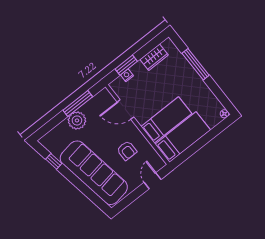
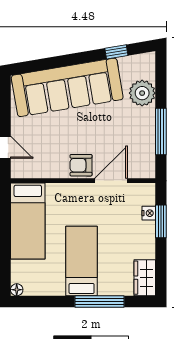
wardrobe: (154, 57) -> (145, 278), moved
plant: (77, 120) -> (142, 93), moved
bed: (166, 120) -> (82, 261), moved, turned 180
armchair: (127, 151) -> (81, 165), moved

